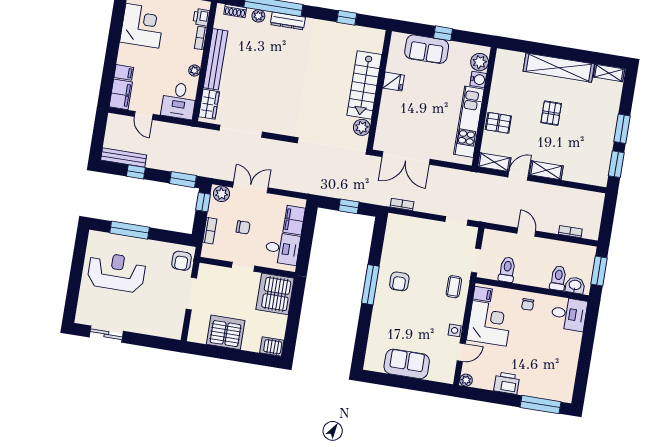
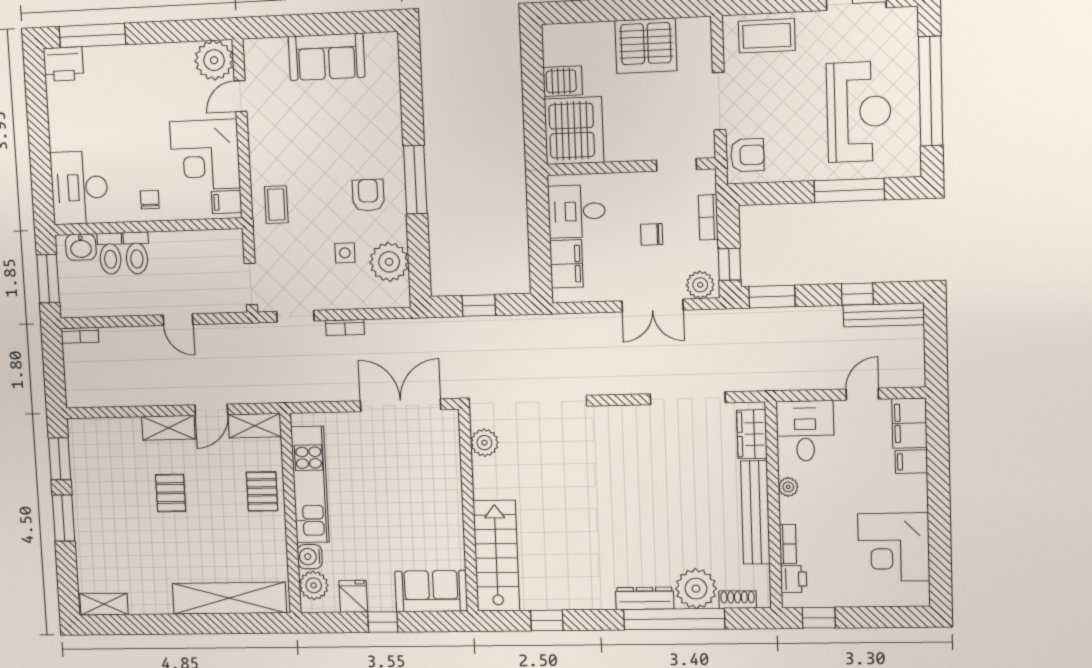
plant: (258, 16) -> (696, 589), width x1.88, depth x1.88
sofa: (427, 49) -> (431, 591), moved
shelving: (559, 68) -> (229, 598), moved
fridge: (393, 82) -> (353, 596), moved, turned 90
stairs: (364, 85) -> (496, 556), moved
pallet: (551, 113) -> (171, 493), moved
door: (144, 115) -> (862, 394), hinge flipped
pallet: (498, 123) -> (262, 491), turned 90
bookcase: (402, 204) -> (345, 328), moved
bookcase: (570, 232) -> (80, 335), moved
plant: (395, 241) -> (389, 262), added
armchair: (182, 261) -> (747, 155), turned 90
doorway: (476, 261) -> (251, 284), moved
doorway: (243, 267) -> (676, 165), moved
toilet: (507, 270) -> (137, 253), moved
reception desk: (116, 272) -> (859, 112), turned -90
window: (76, 275) -> (931, 91), added
desk: (569, 314) -> (79, 188), width x1.37
coffee table: (158, 324) -> (767, 36), added
side table: (455, 330) -> (345, 253), moved
server rack: (272, 347) -> (563, 81), moved
plant: (466, 380) -> (214, 60), width x1.88, depth x1.88
printer: (507, 383) -> (63, 64), moved

